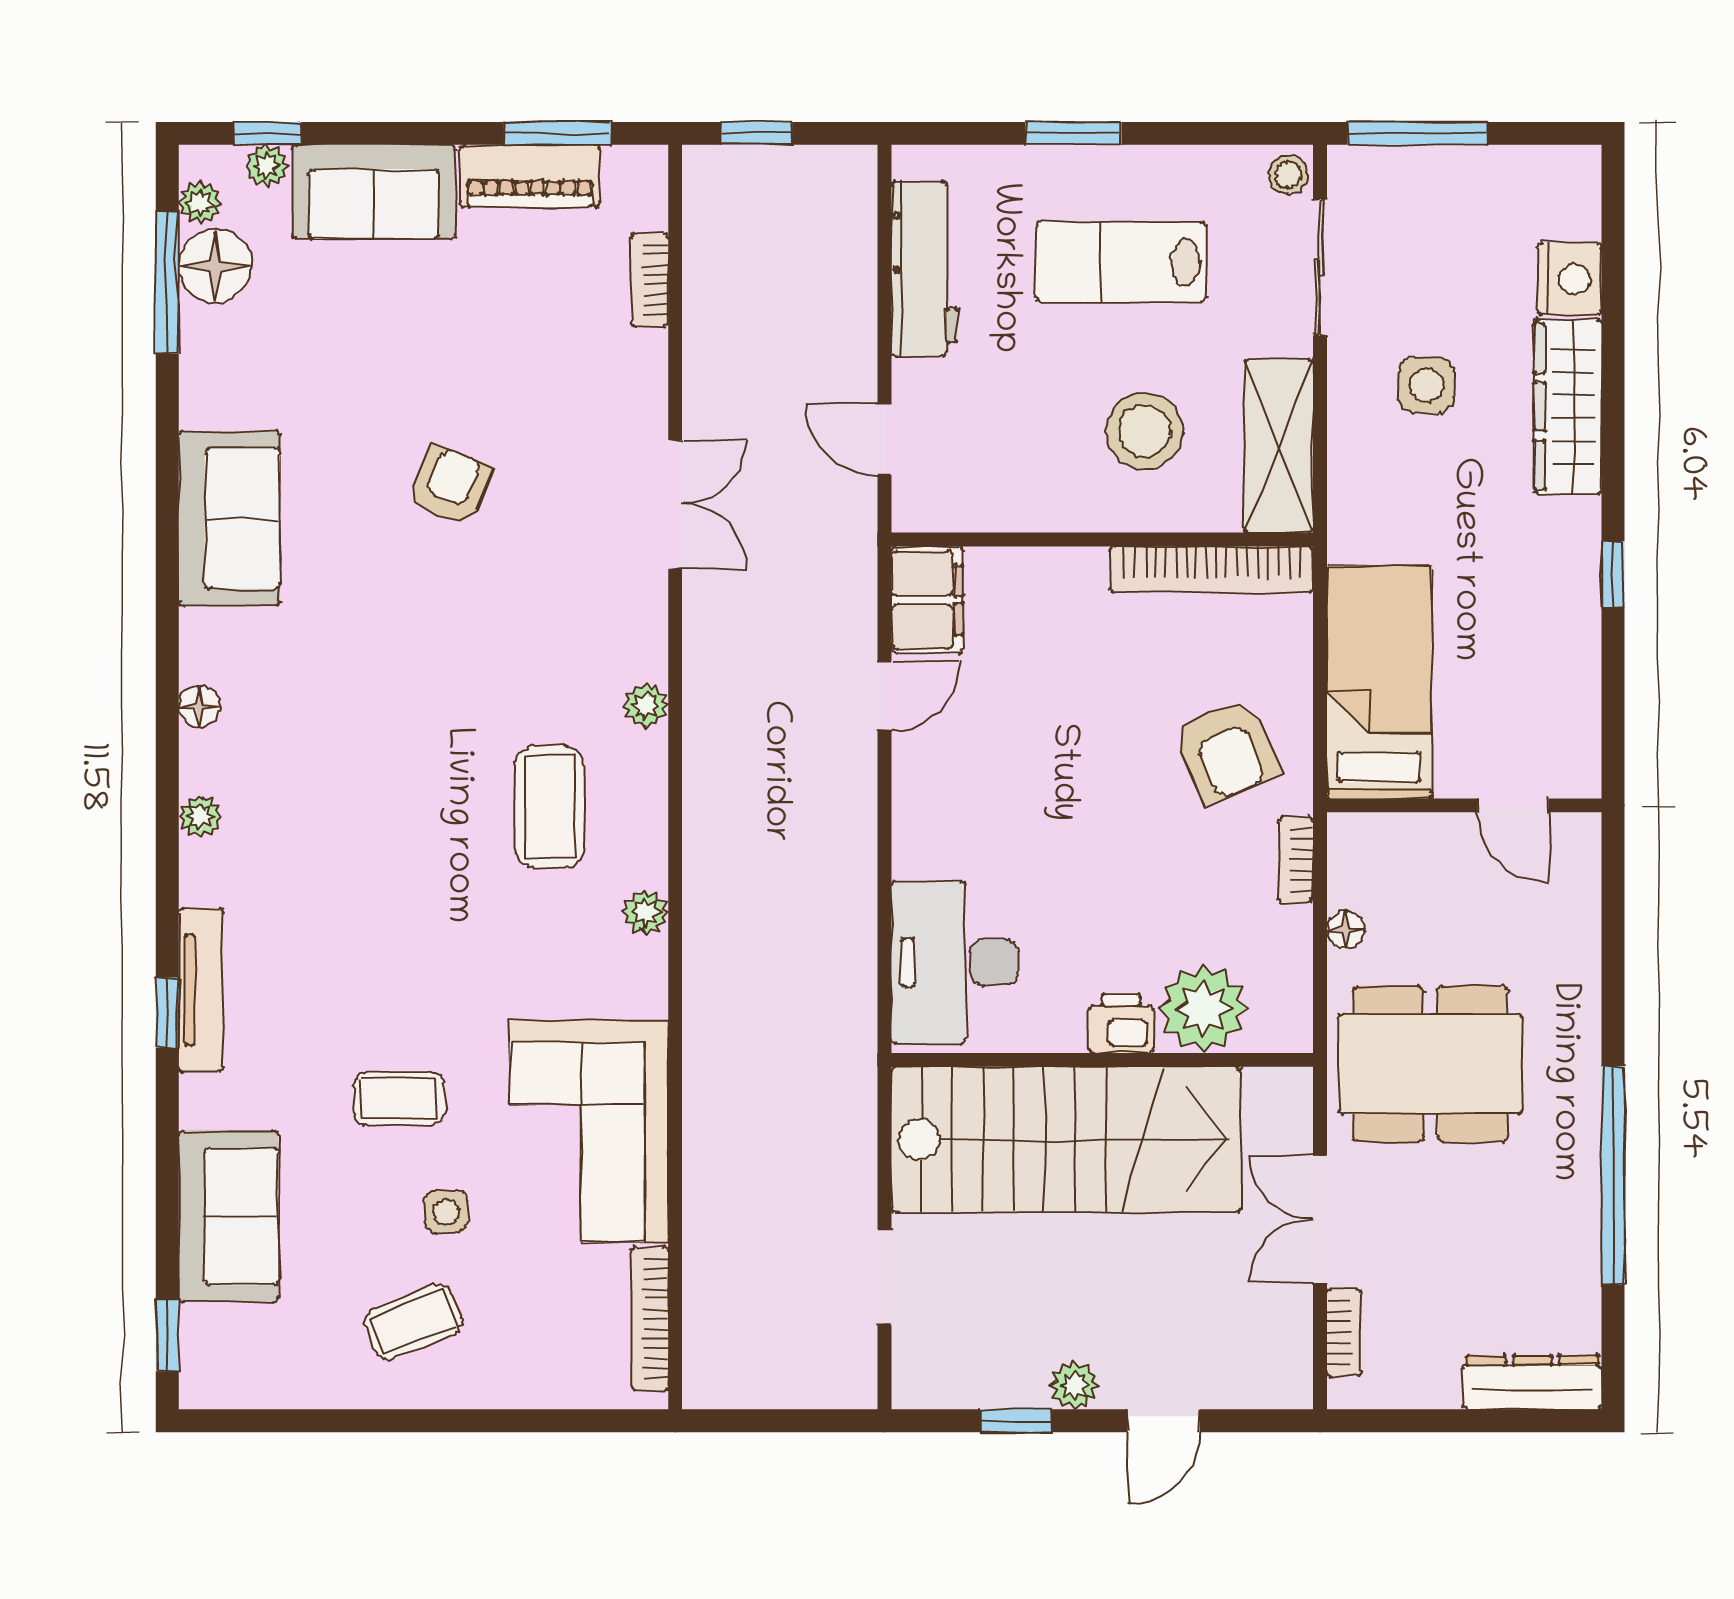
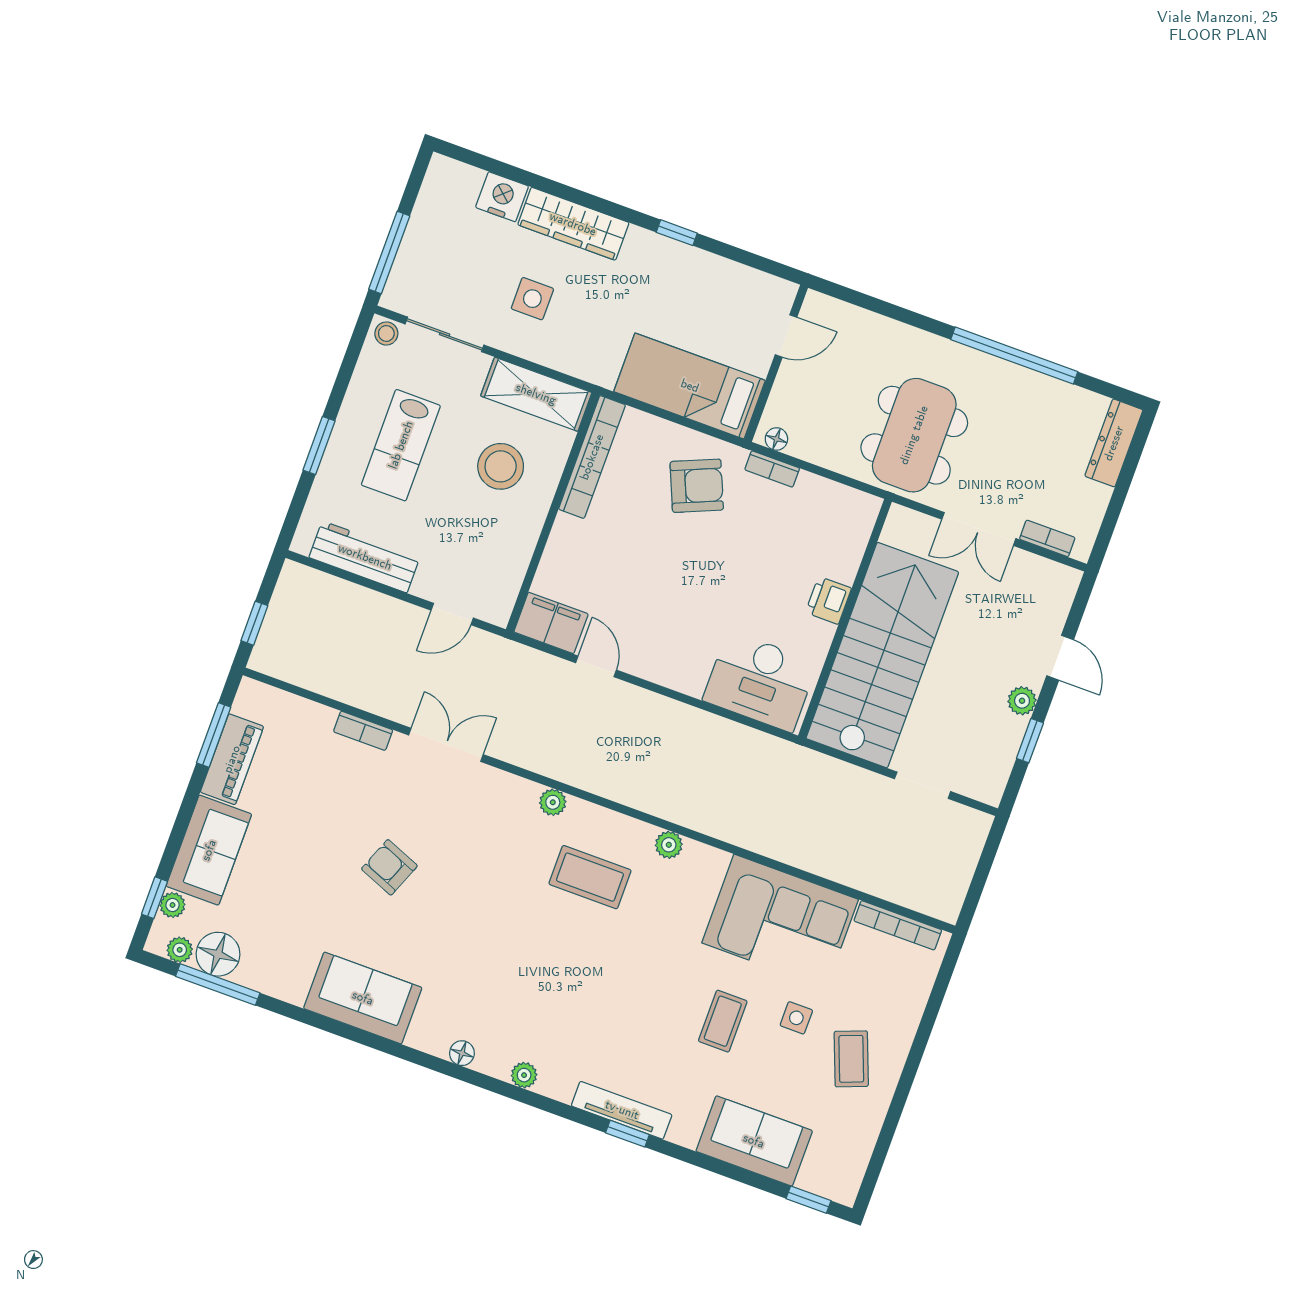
bookcase: (650, 280) -> (363, 731), moved
floor lamp: (1346, 930) -> (776, 439), moved
plant: (1203, 1009) -> (837, 551), removed

